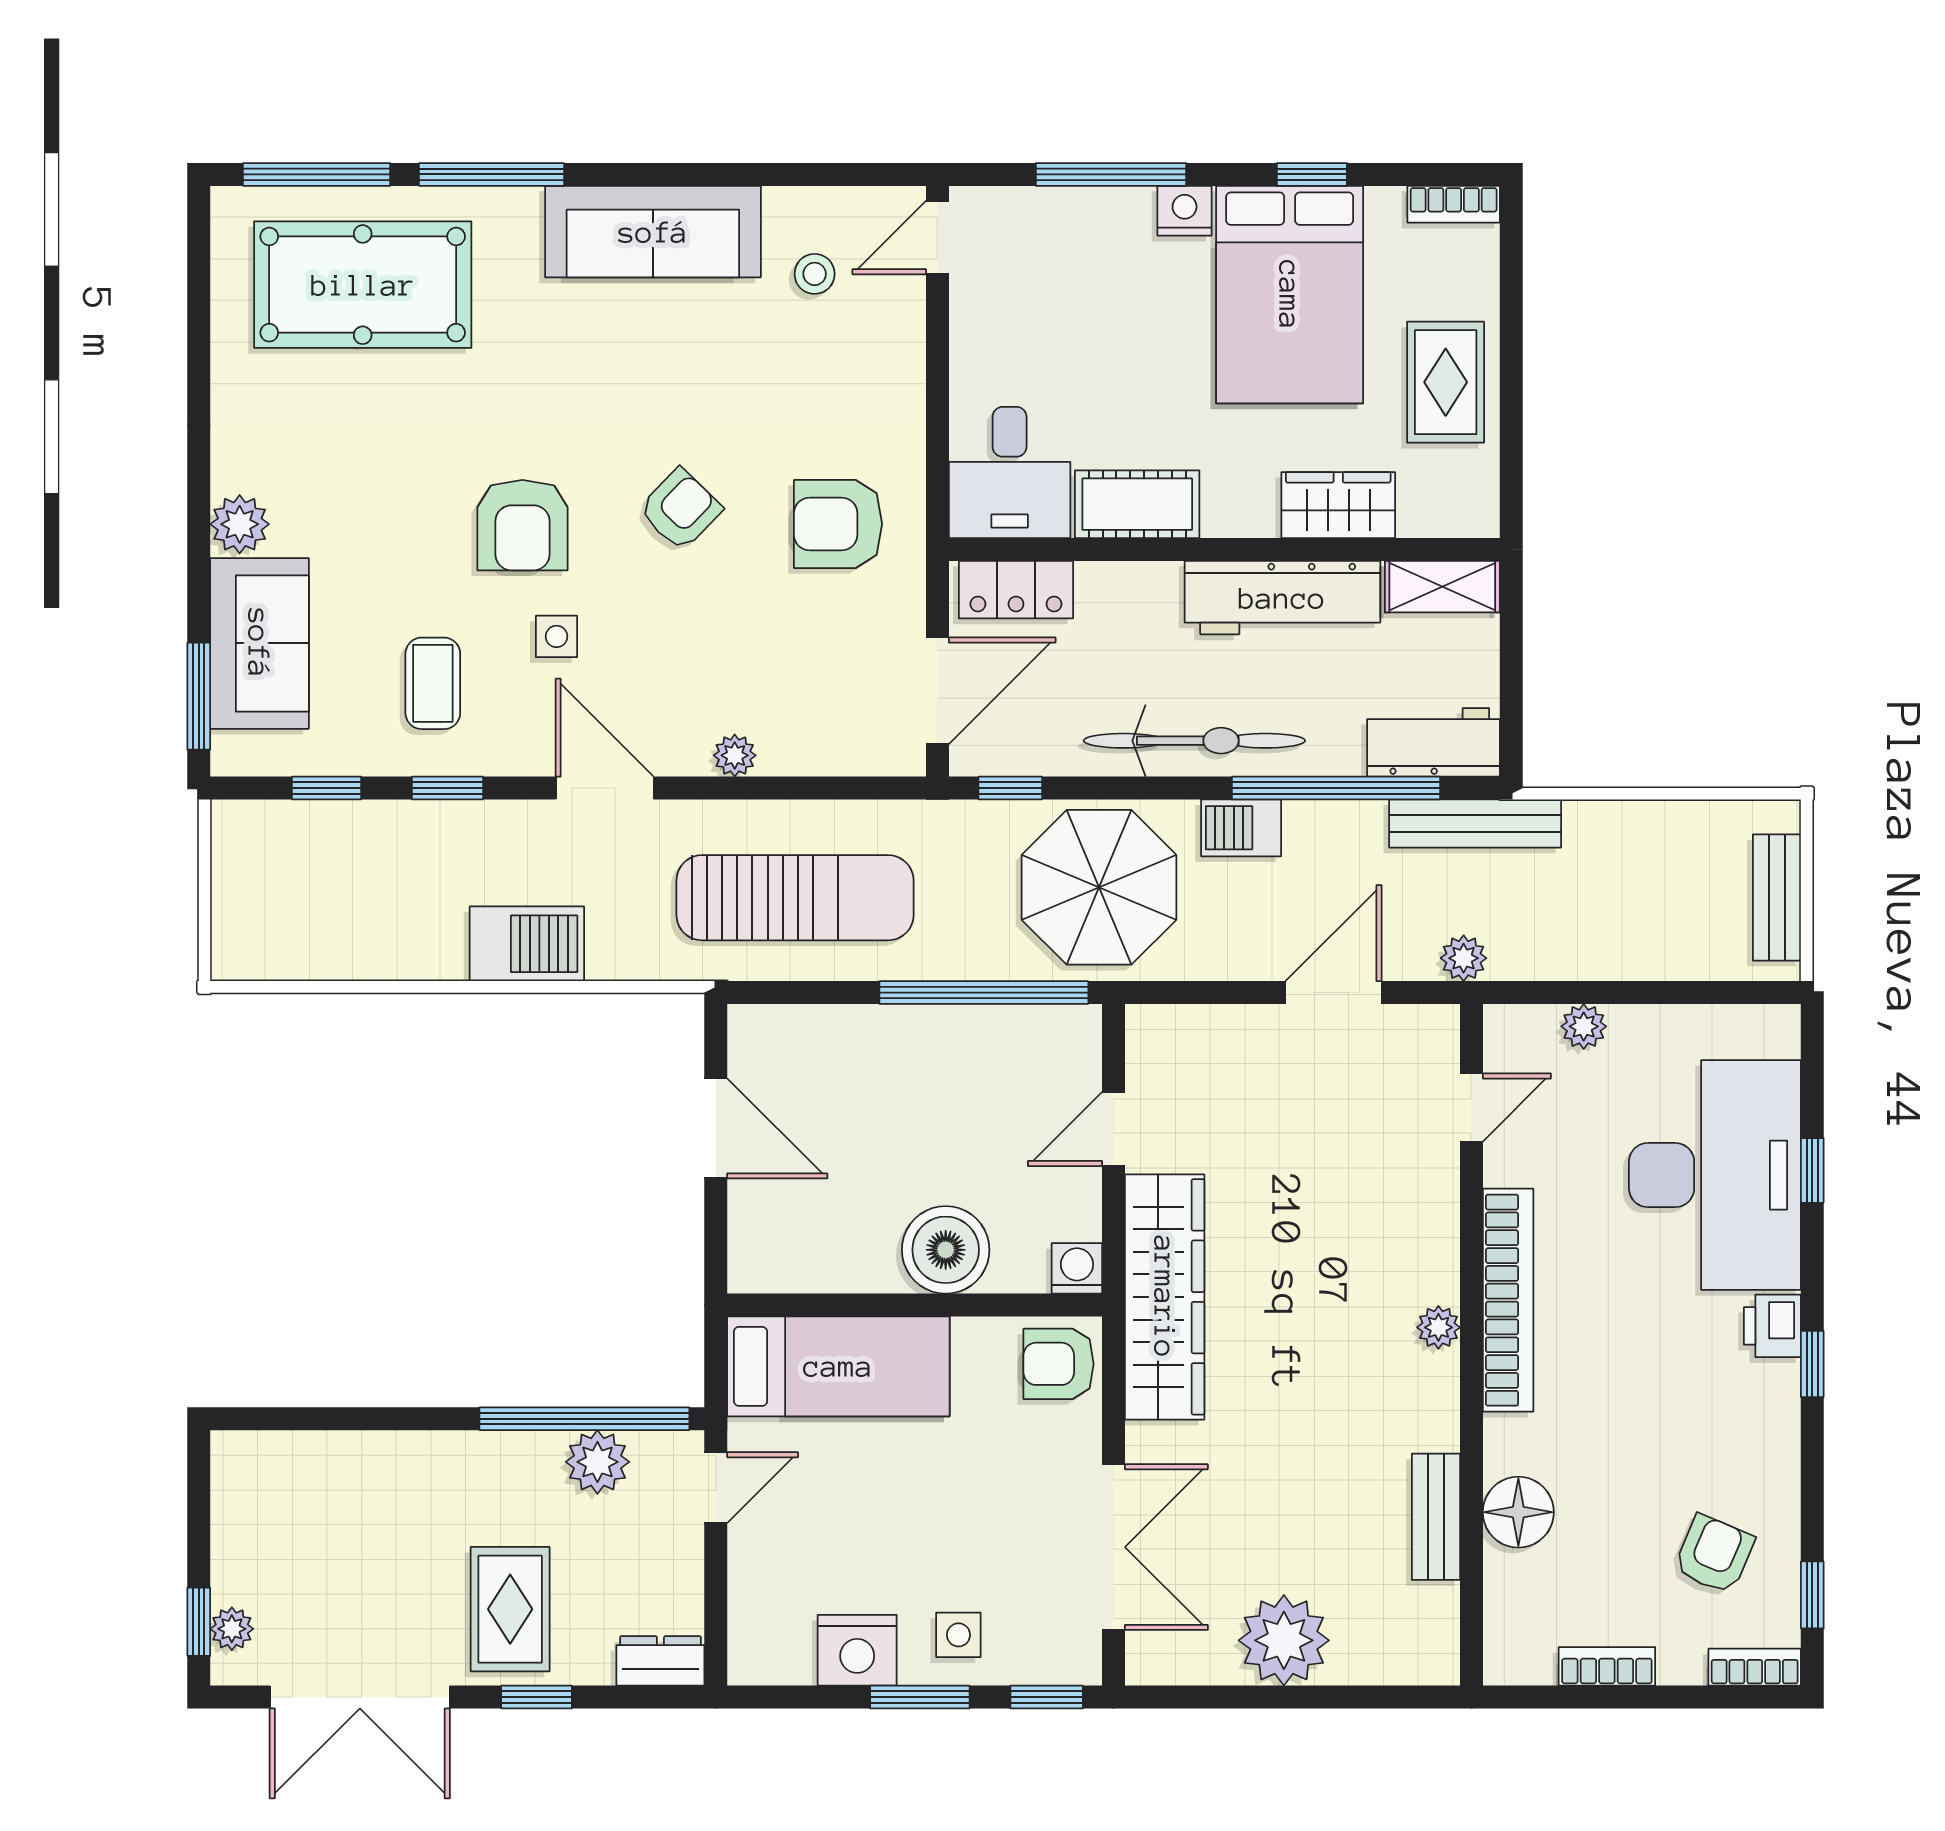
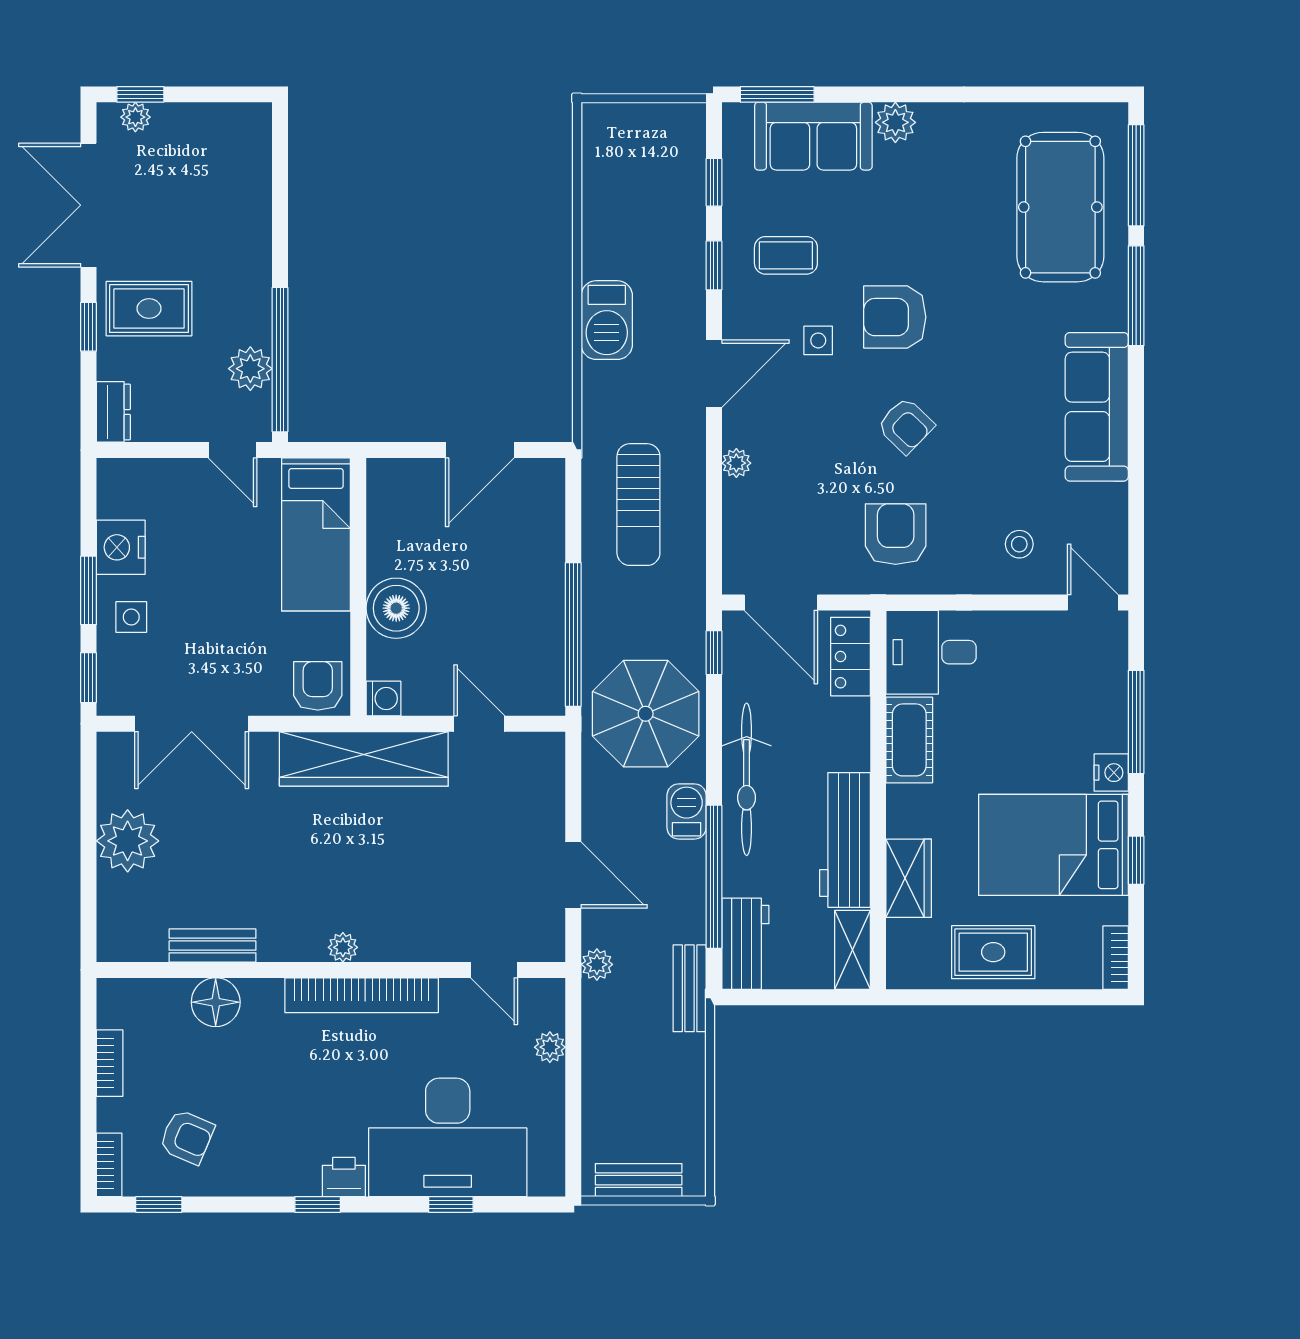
stool: (815, 274) -> (1019, 544), moved
bench: (1475, 823) -> (690, 988), width x0.73
sun lounger: (795, 898) -> (638, 505), width x0.73, depth x0.75

